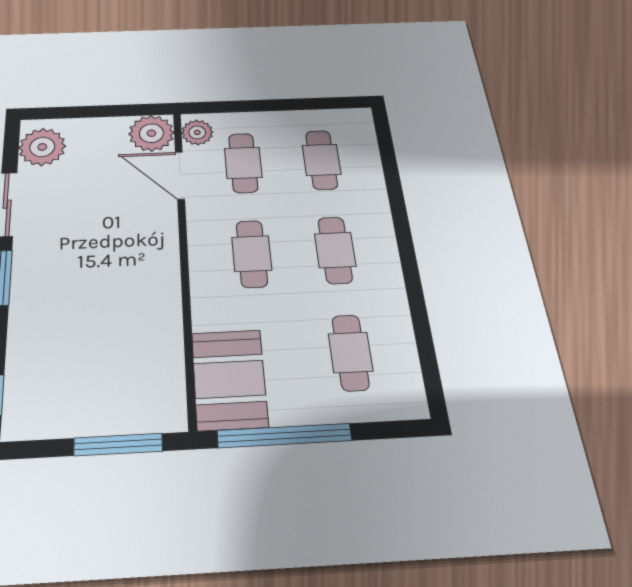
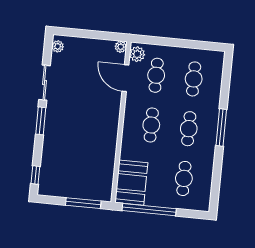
plant: (151, 133) -> (121, 47), width x0.53, depth x0.53
plant: (42, 147) -> (58, 46), width x0.53, depth x0.53
window: (404, 239) -> (221, 128), added

